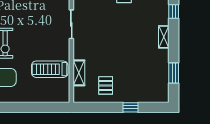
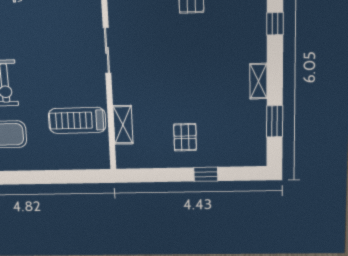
shelving: (164, 37) -> (258, 81), moved
pallet: (106, 85) -> (185, 137), moved

